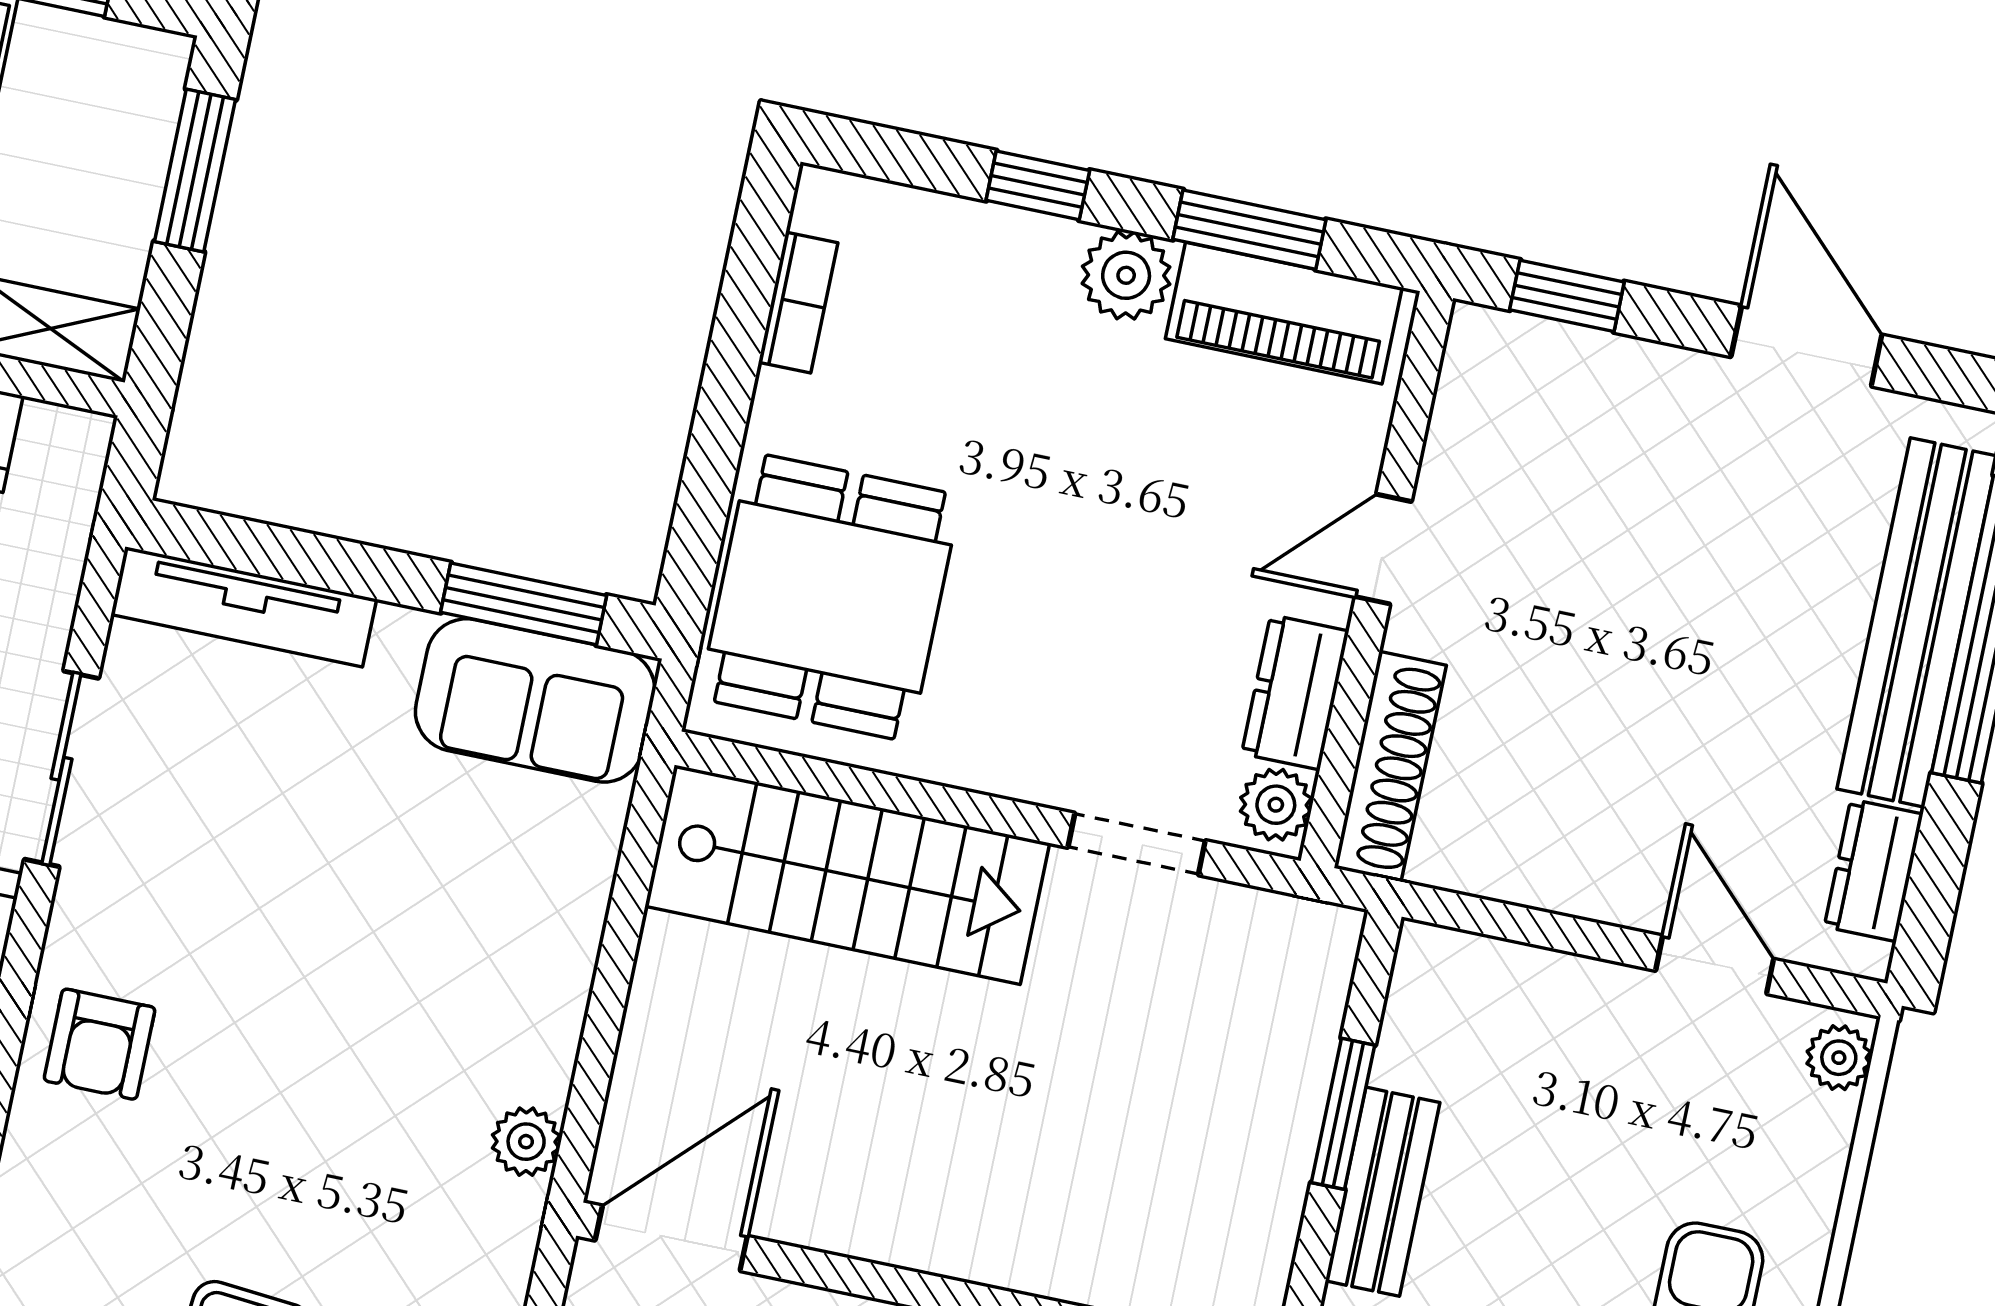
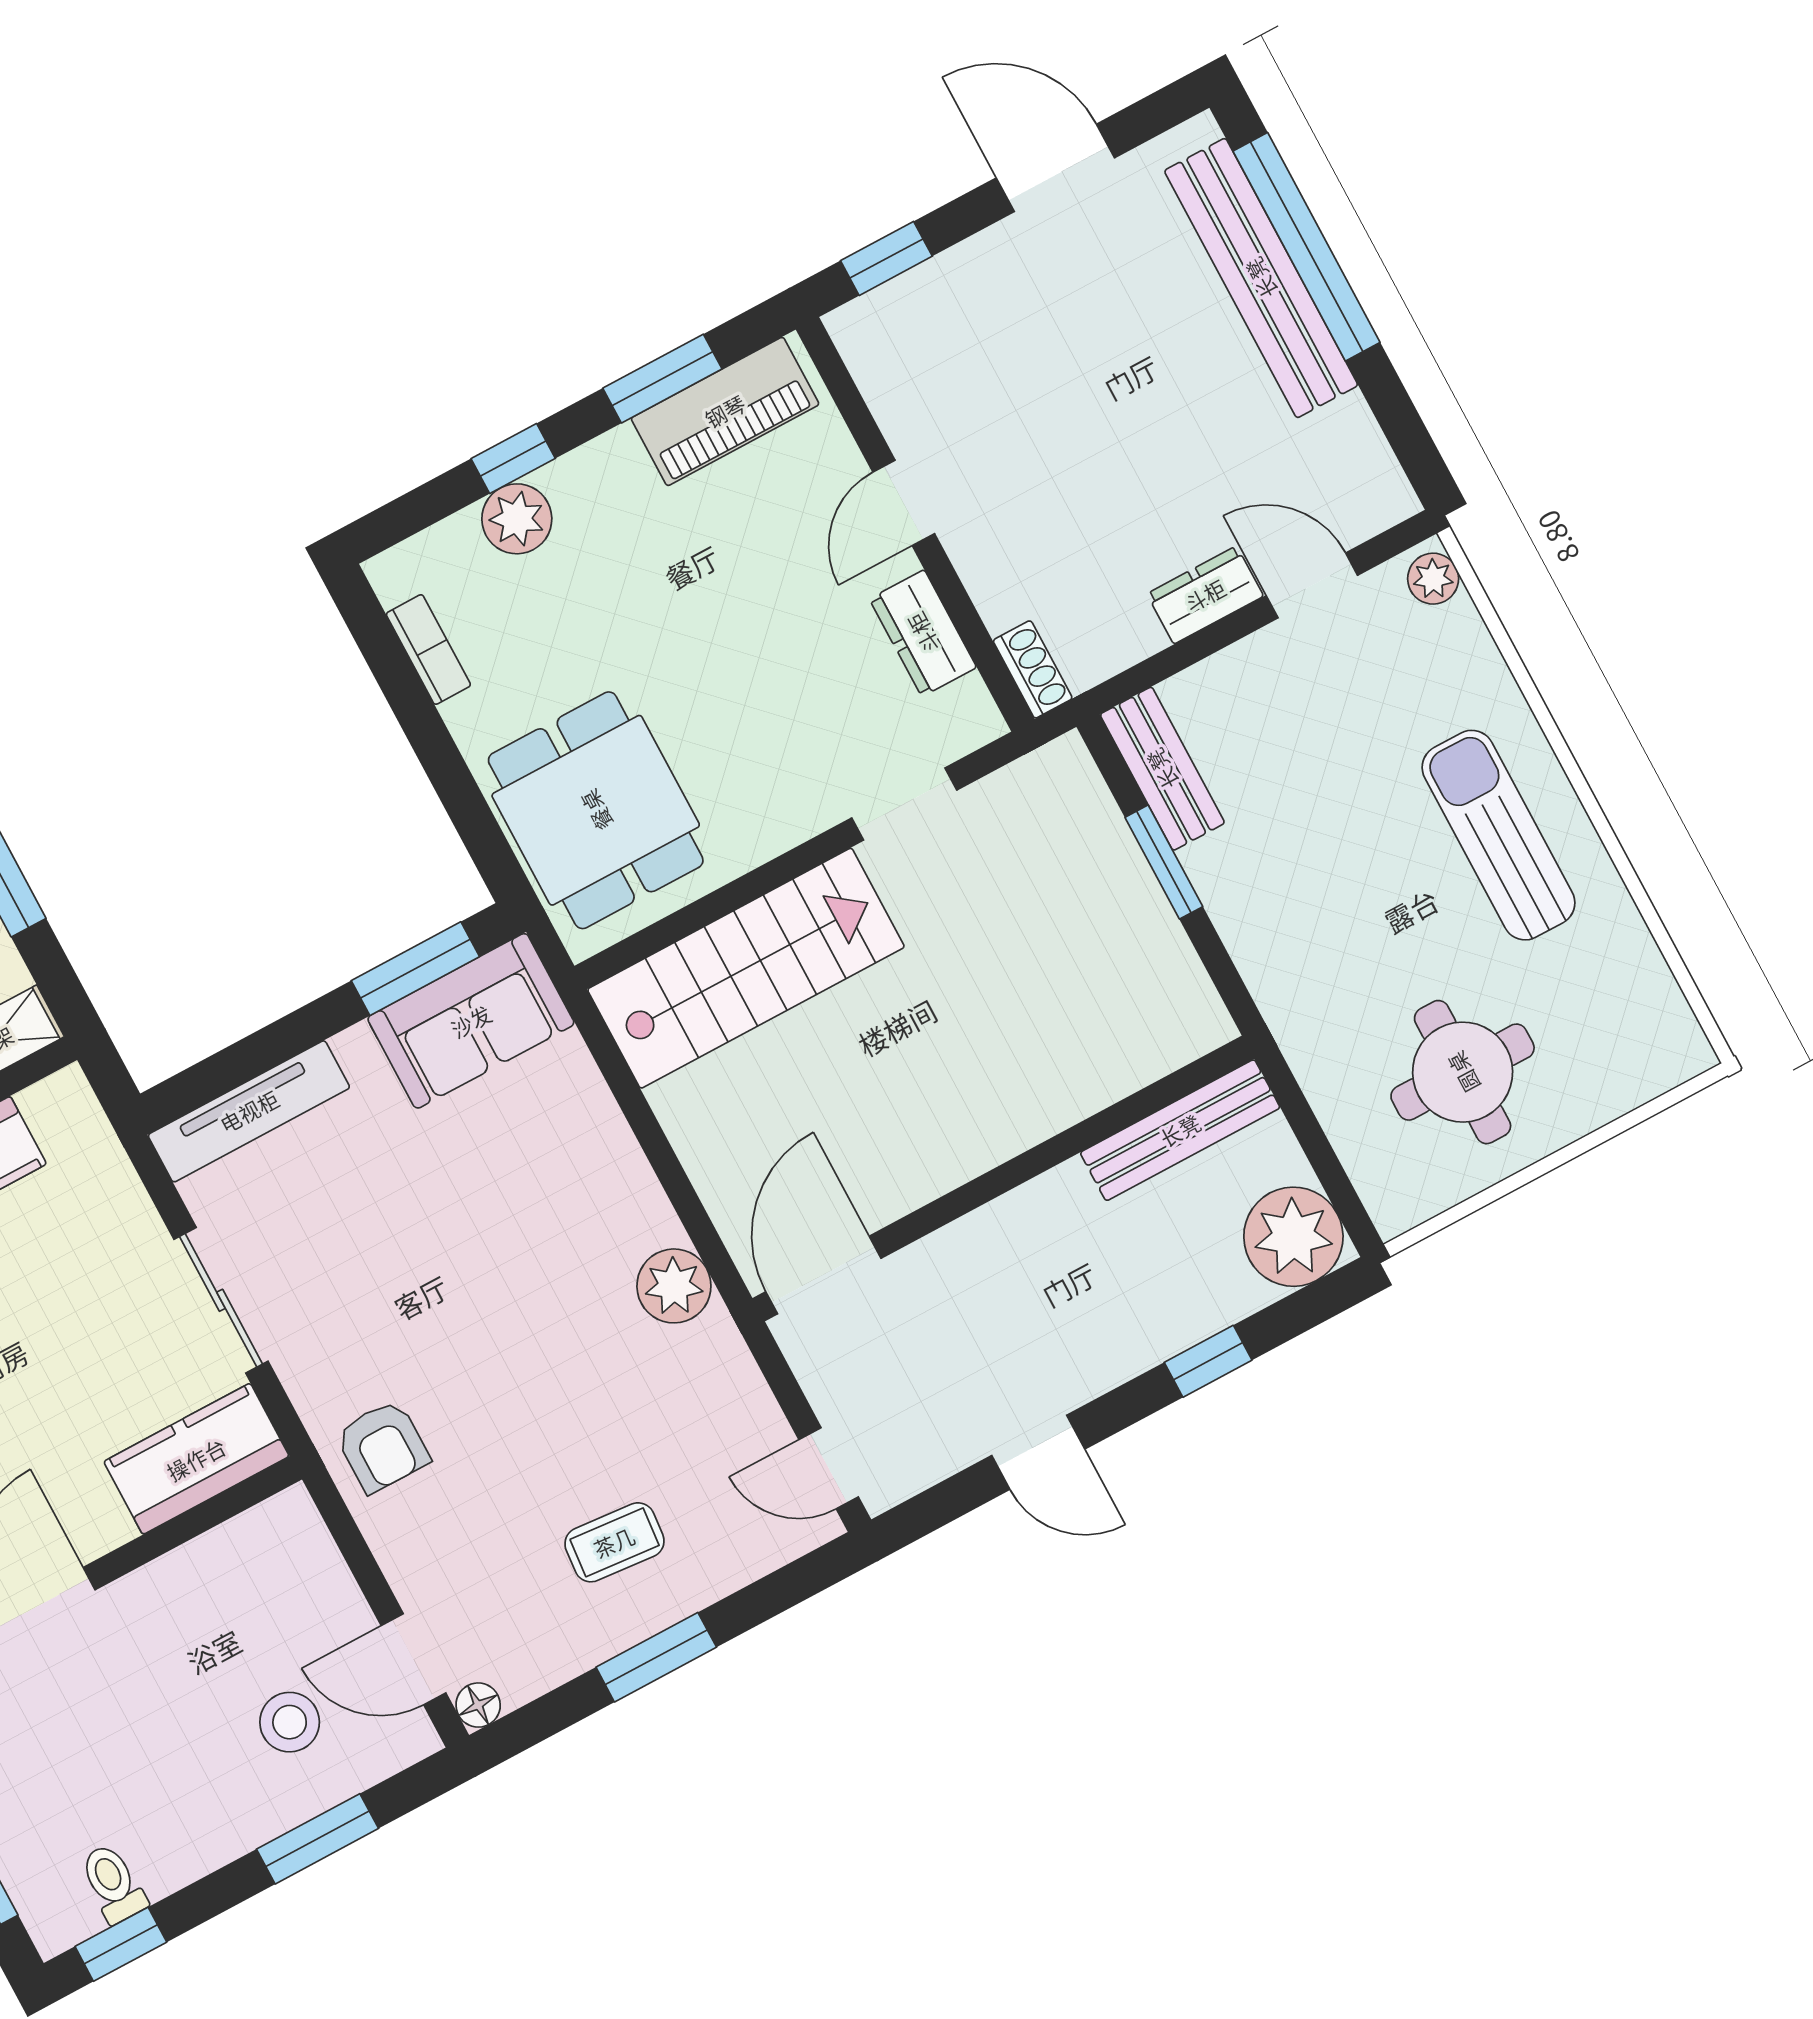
plant: (1126, 275) -> (517, 519), moved
shoe rack: (1390, 767) -> (1033, 669), width x0.51, depth x0.81
plant: (1276, 805) -> (968, 710), removed
dresser: (1874, 870) -> (1205, 595), moved, turned 90
plant: (526, 1142) -> (674, 1286), width x1.38, depth x1.38
bench: (1383, 1192) -> (1162, 769), moved

